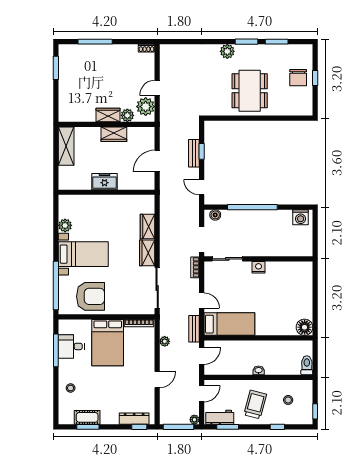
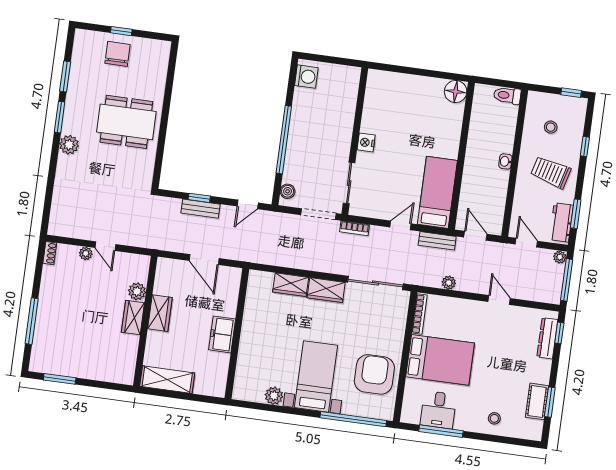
chair: (298, 78) -> (117, 54), turned -90
plant: (146, 107) -> (86, 253), moved, width x0.53, depth x0.53

